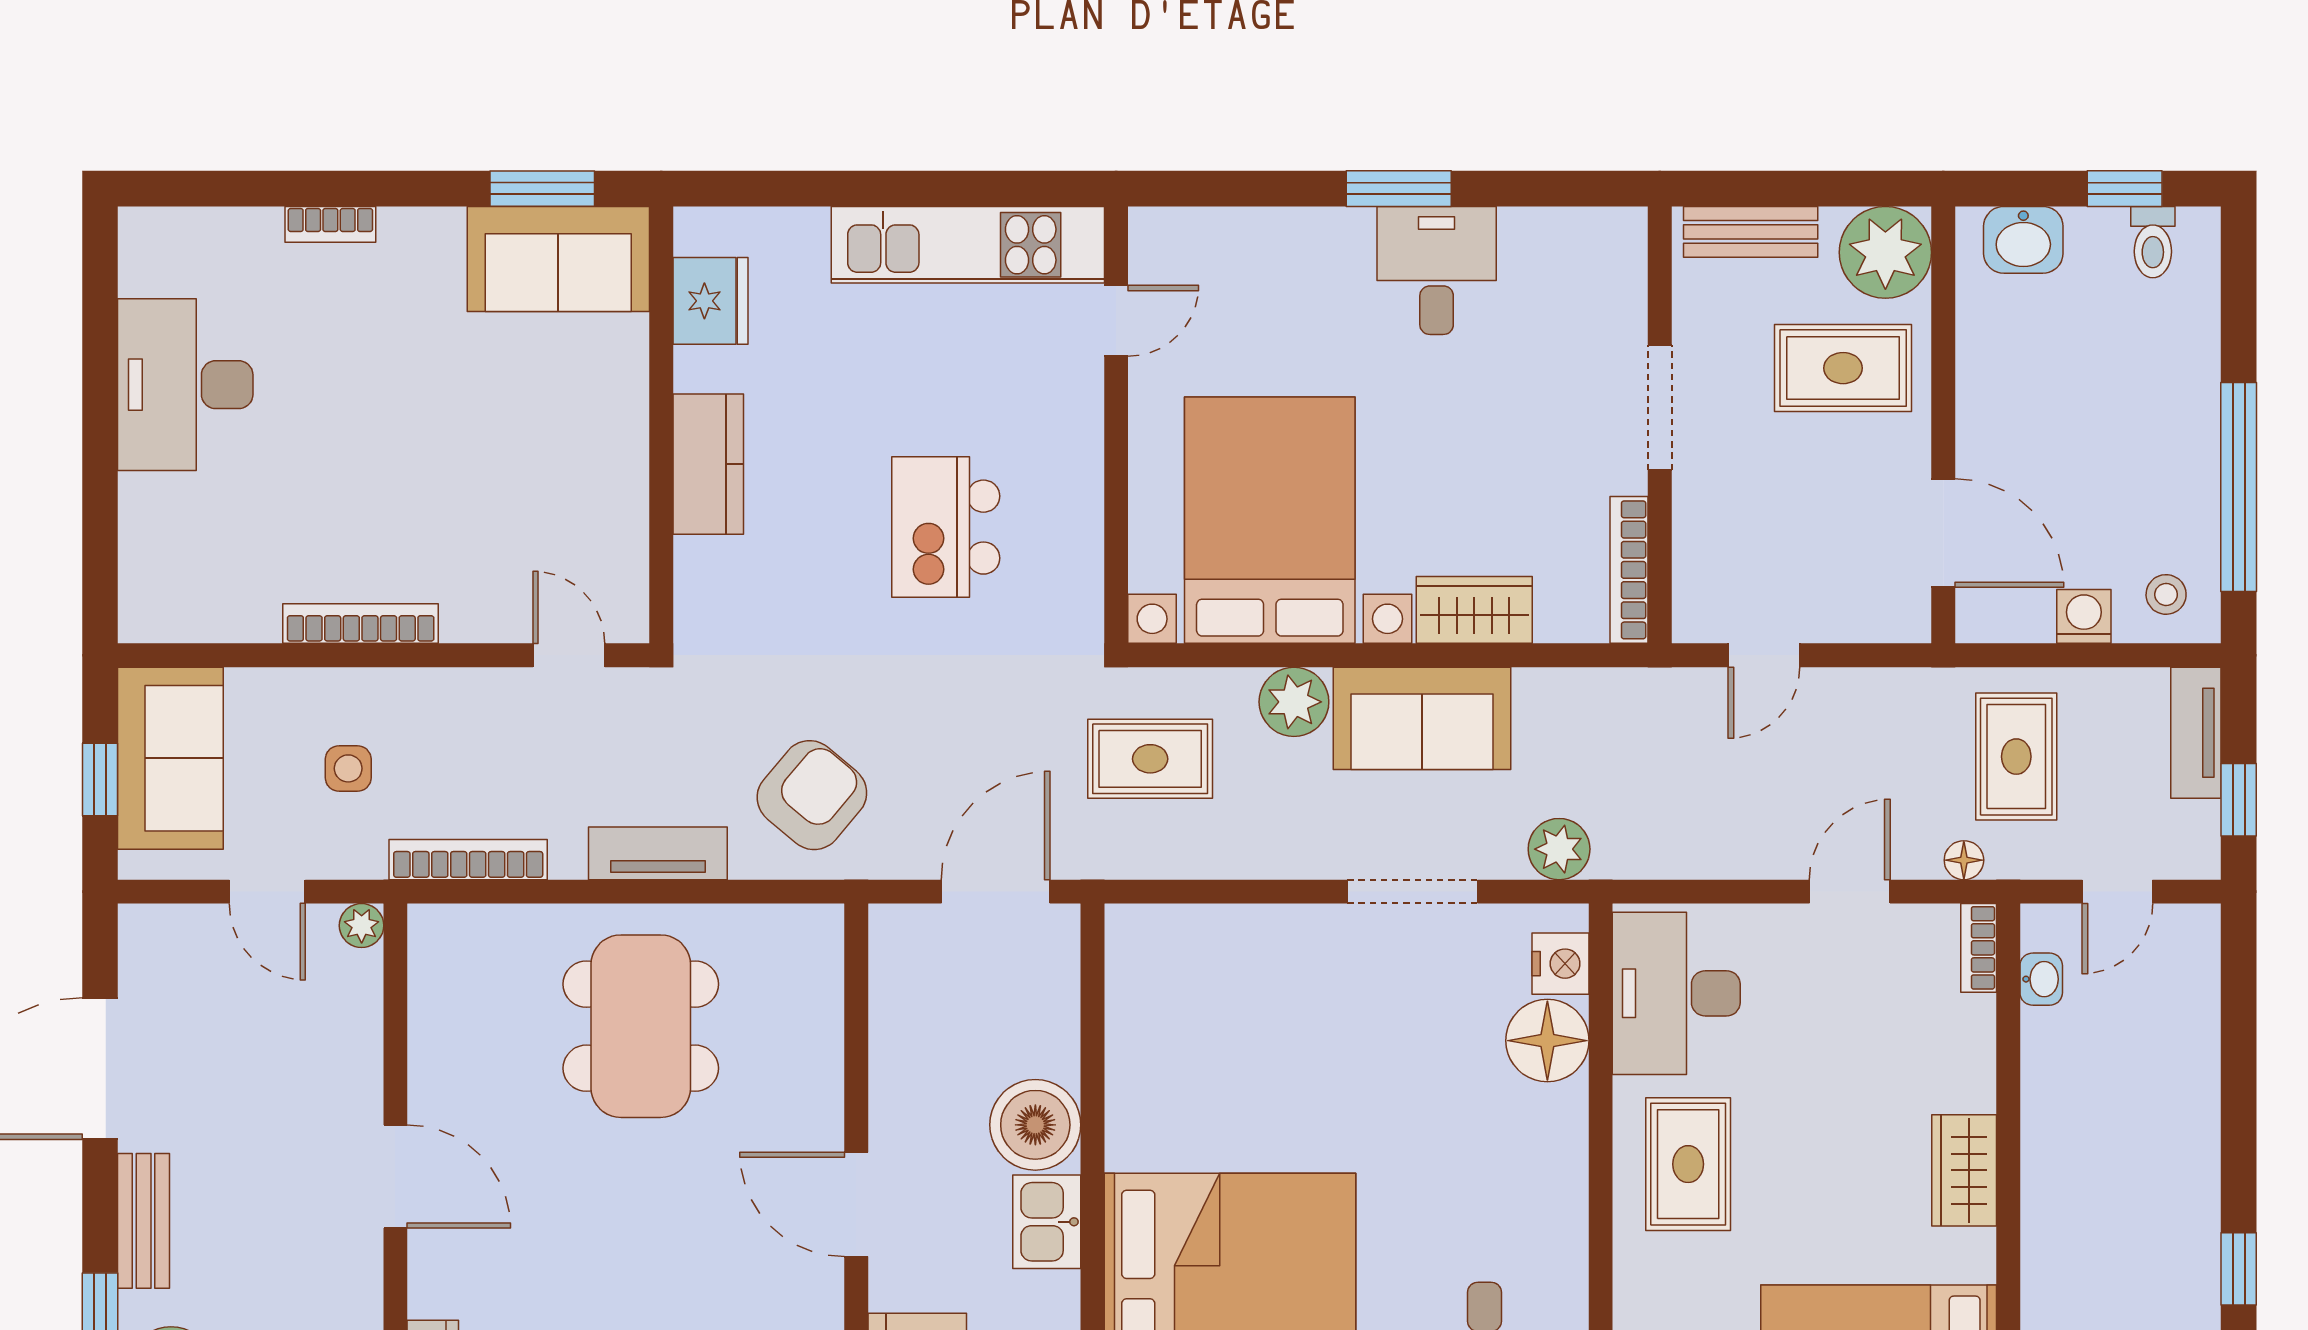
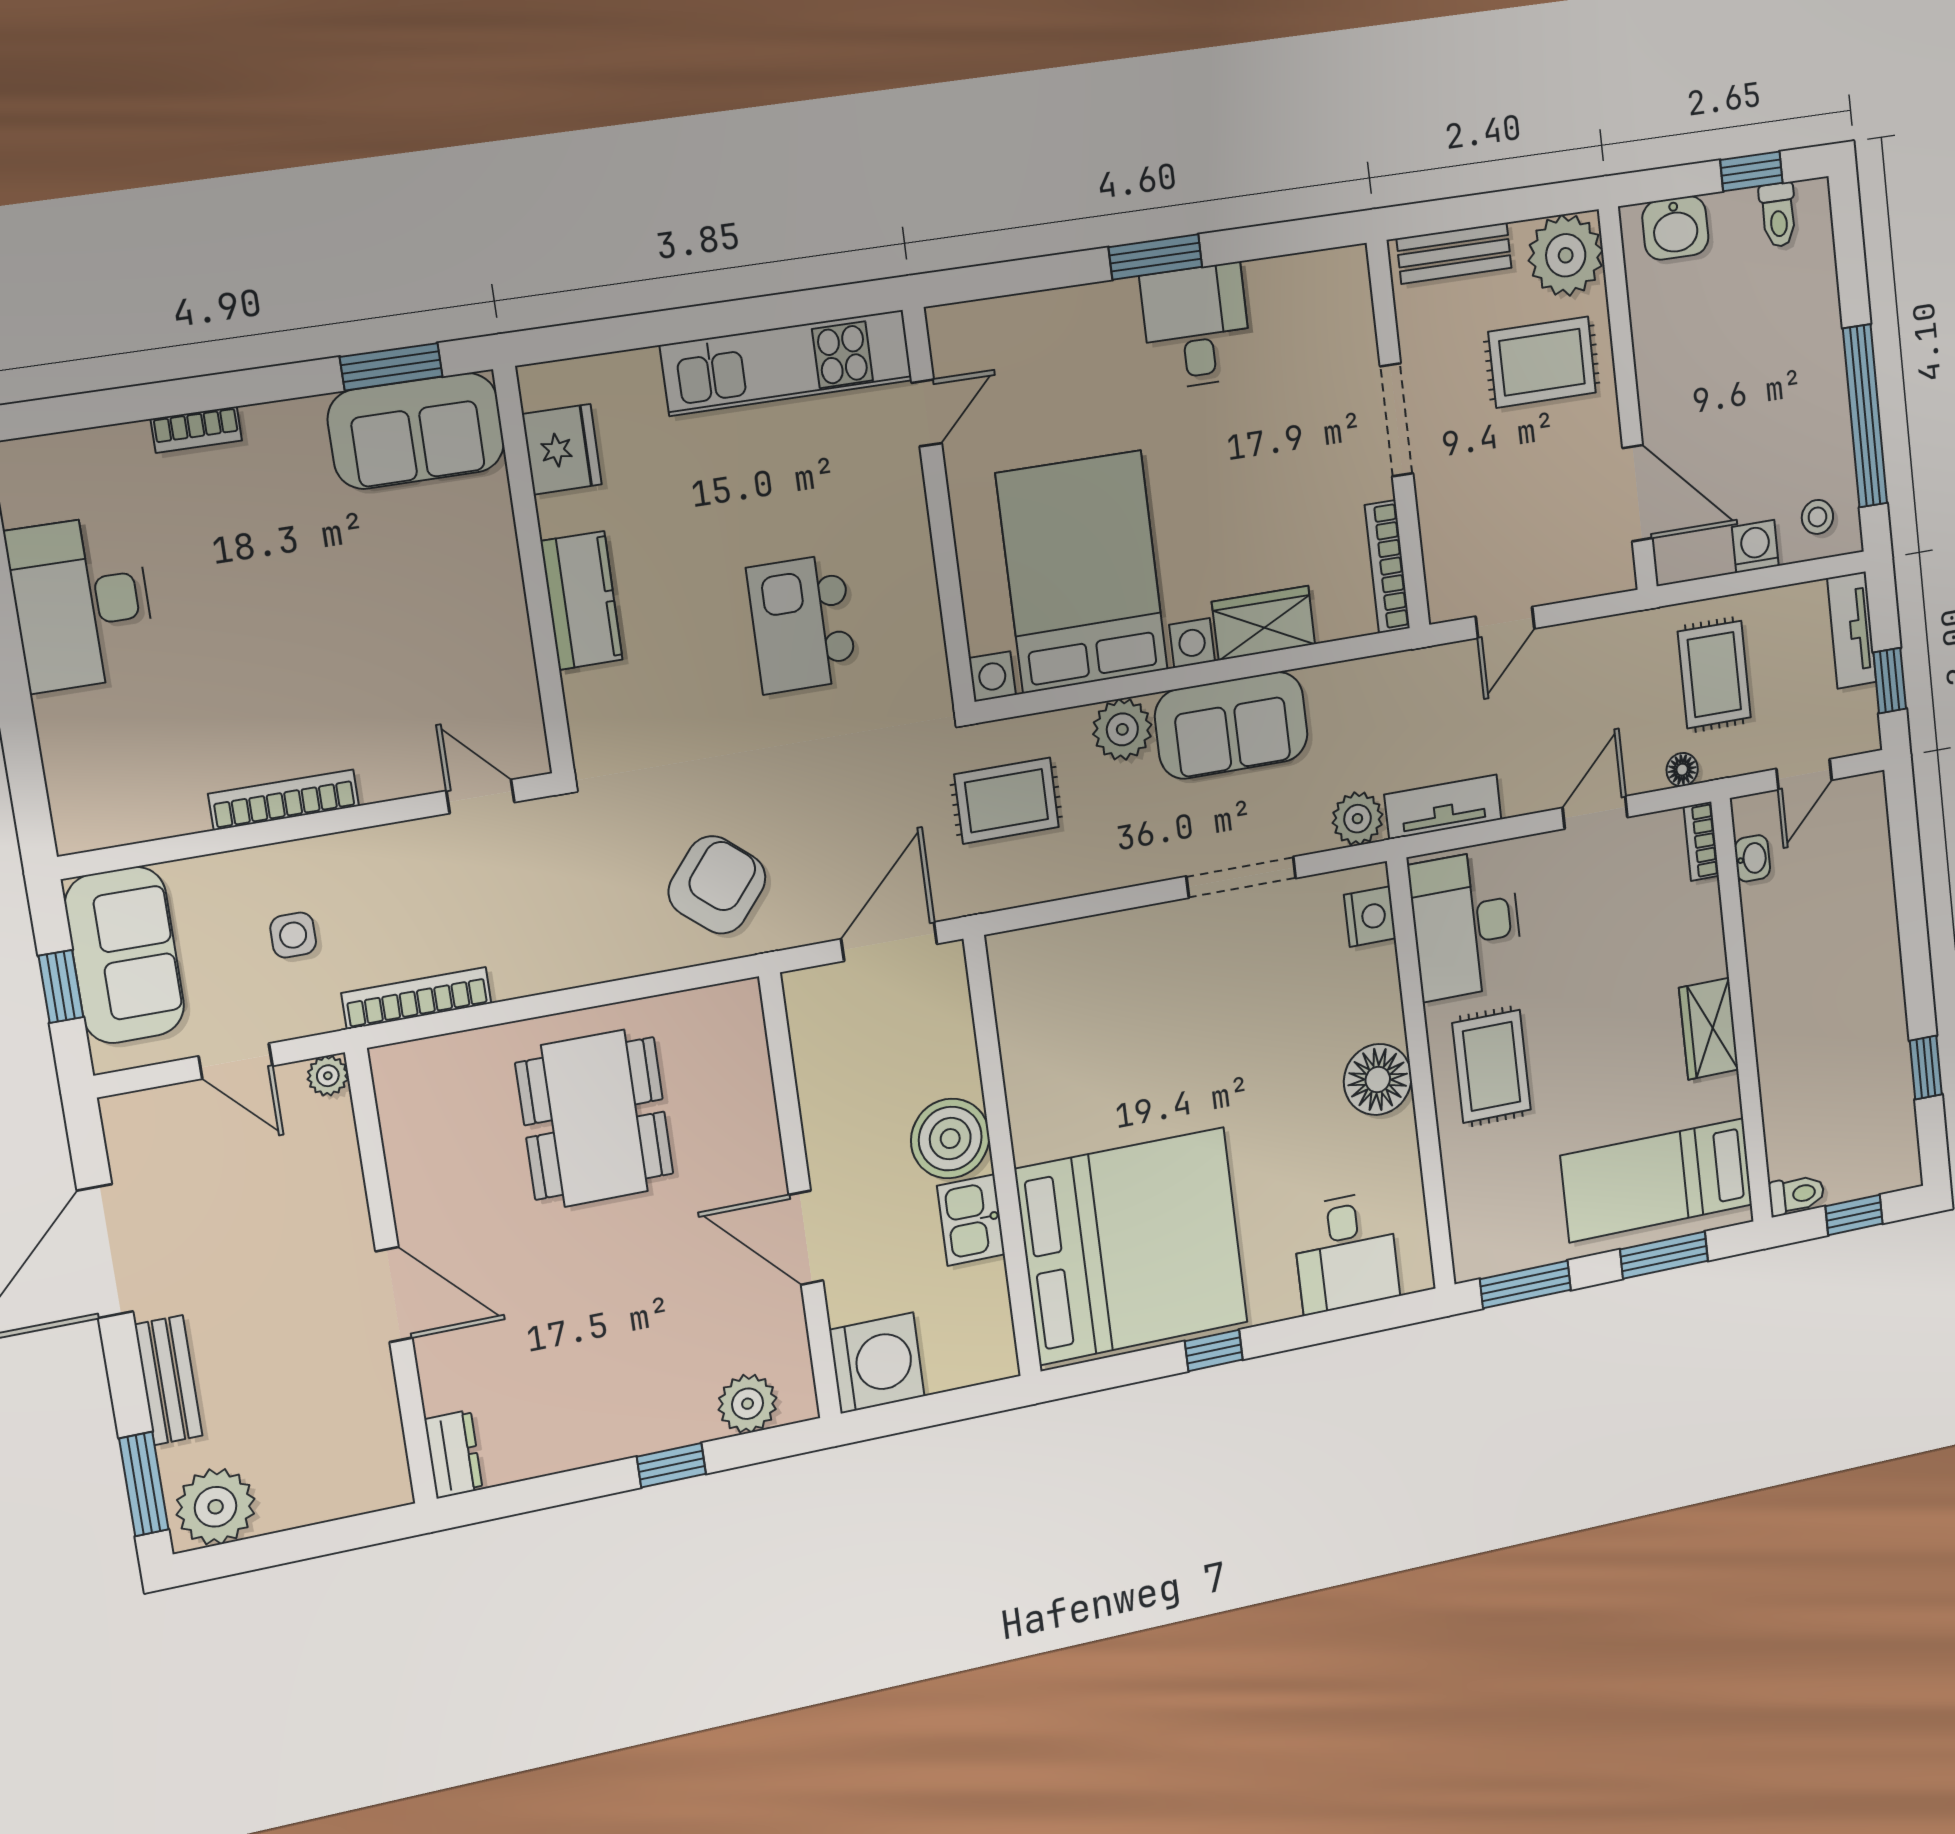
tv unit: (658, 853) -> (1443, 807), moved
floor lamp: (1547, 1041) -> (1378, 1079), moved

